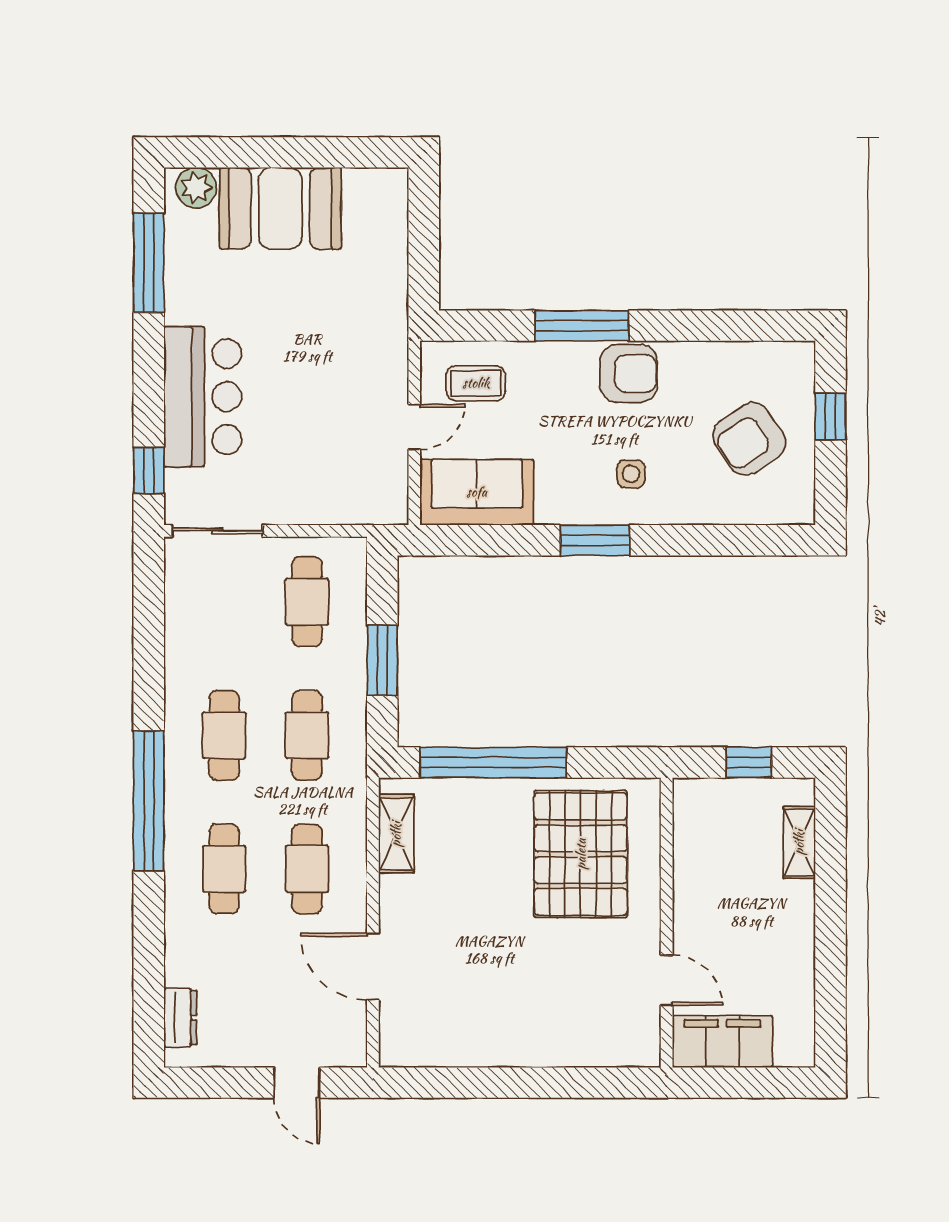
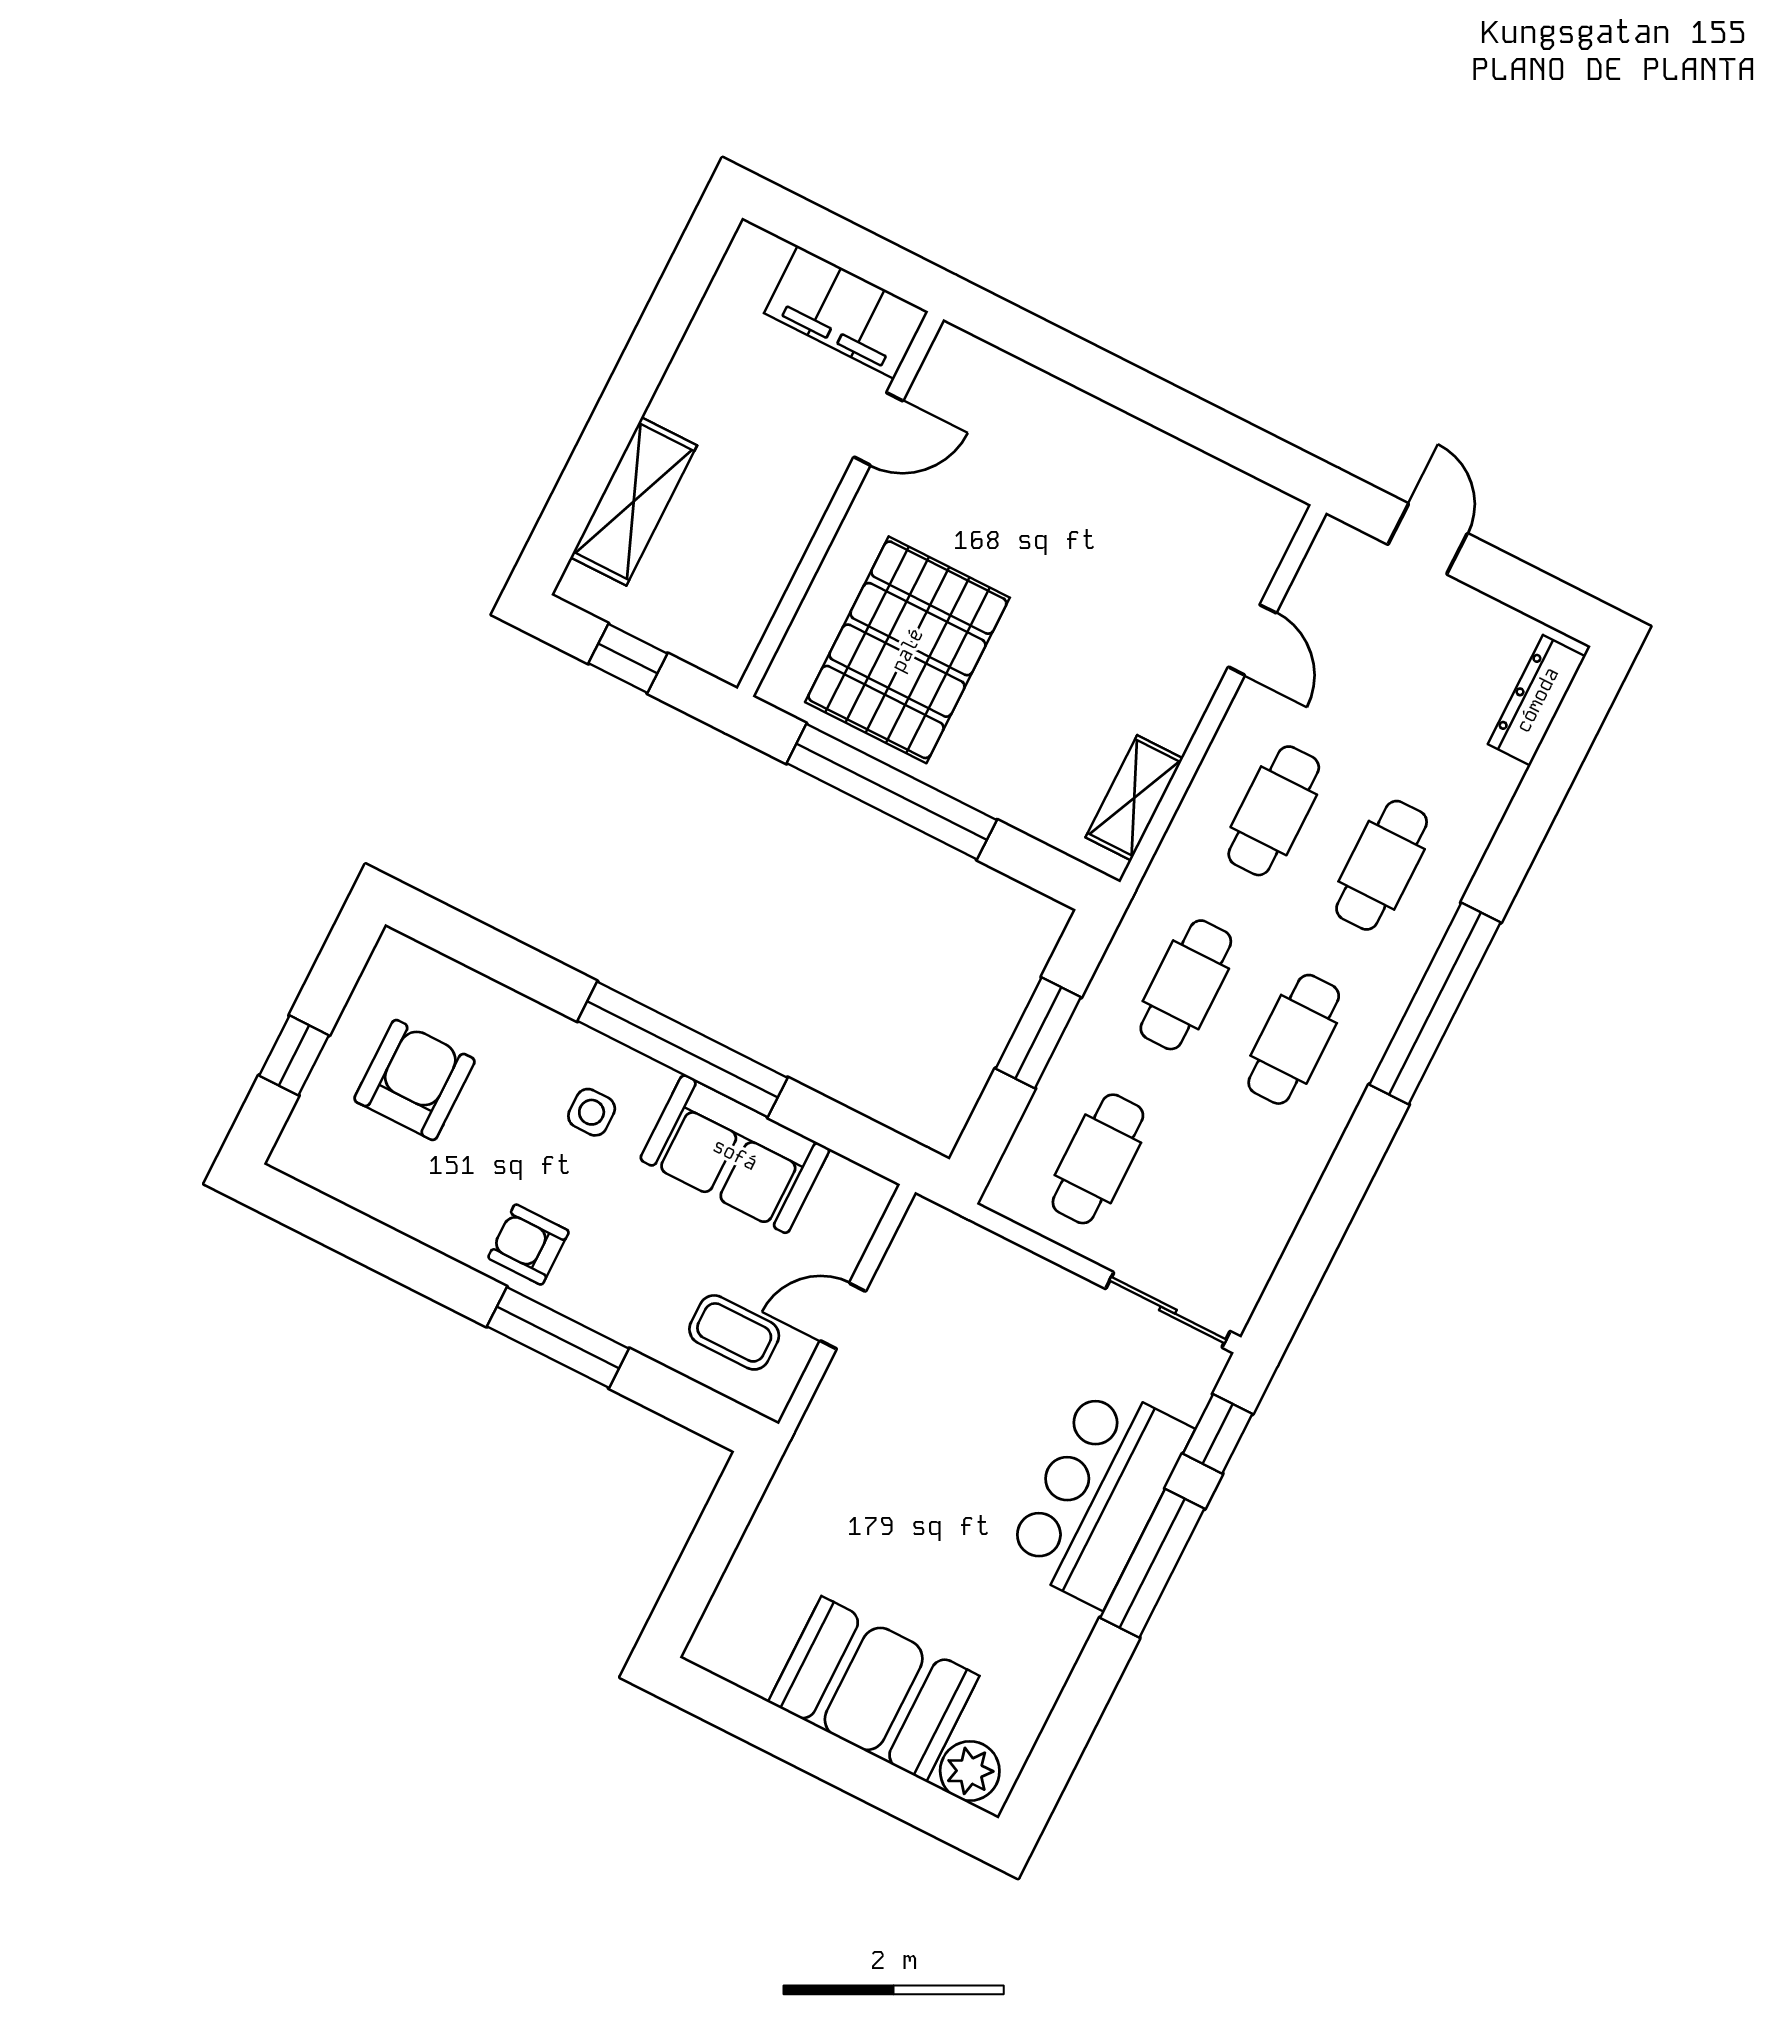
window: (149, 263) -> (1152, 1563), moved
armchair: (629, 373) -> (528, 1245), width x0.72, depth x0.72
armchair: (749, 439) -> (414, 1080), turned -56
sofa: (477, 492) -> (735, 1154), moved
window: (595, 540) -> (682, 1049), width x2.11
window: (493, 762) -> (892, 792), moved
shelving: (799, 842) -> (634, 501), width x1.50, depth x1.33
door: (373, 967) -> (1252, 640), width x0.73
door: (667, 980) -> (878, 429), swing flipped
dresser: (180, 1018) -> (1537, 700), width x1.44

